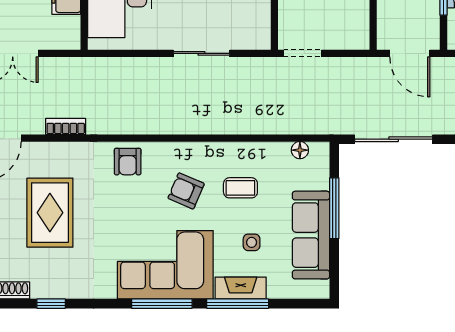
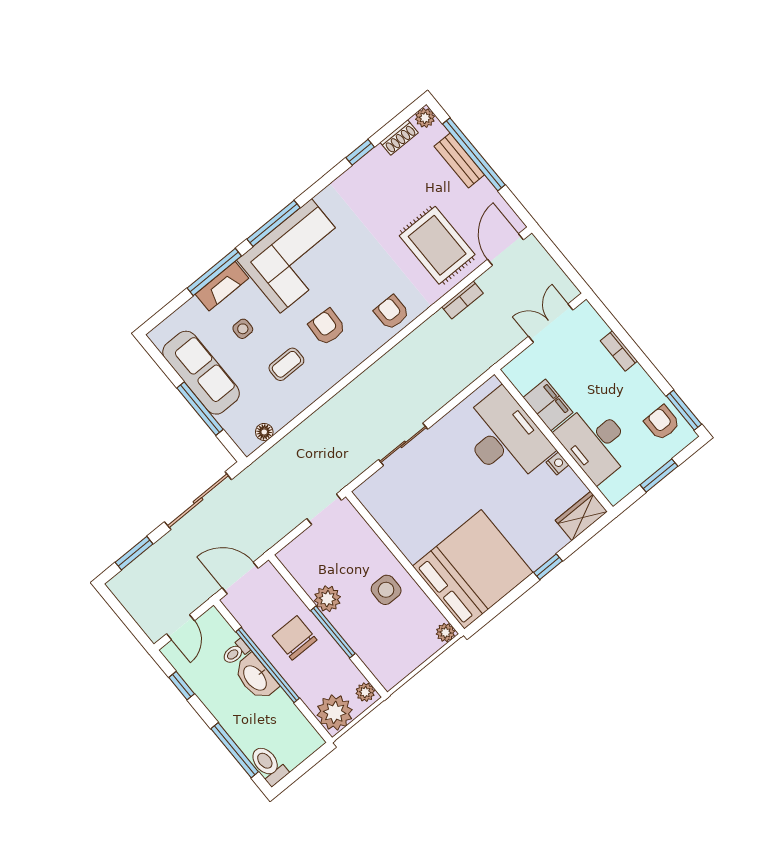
armchair: (186, 191) -> (327, 327), turned -110
rug: (50, 213) -> (437, 245), moved

